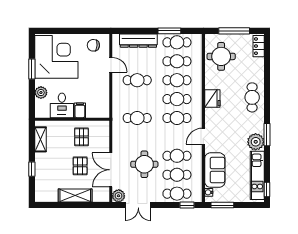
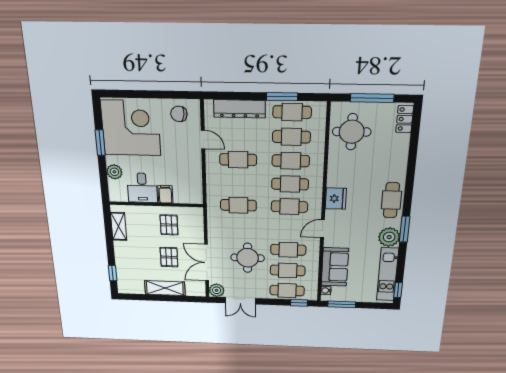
cafe table: (252, 97) -> (391, 200), moved
fridge: (212, 99) -> (336, 199), moved
window: (32, 169) -> (113, 273), moved

